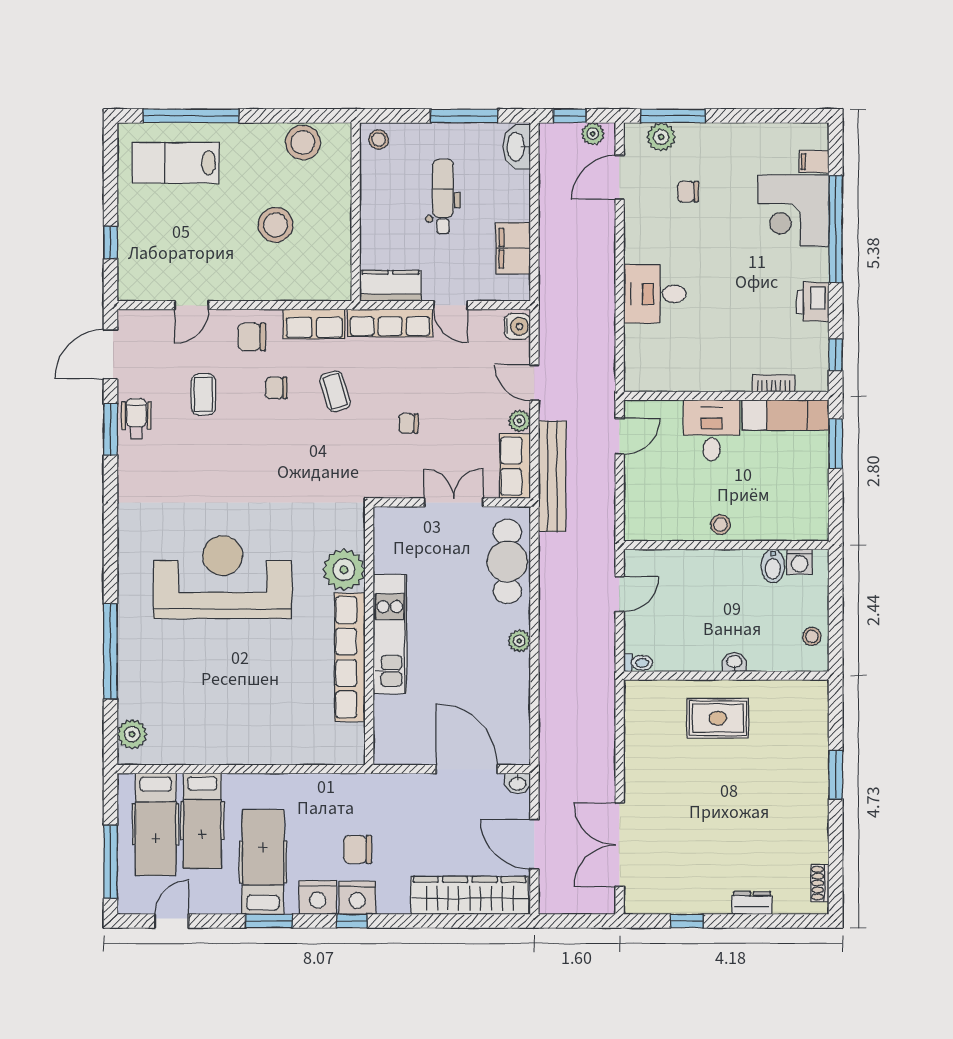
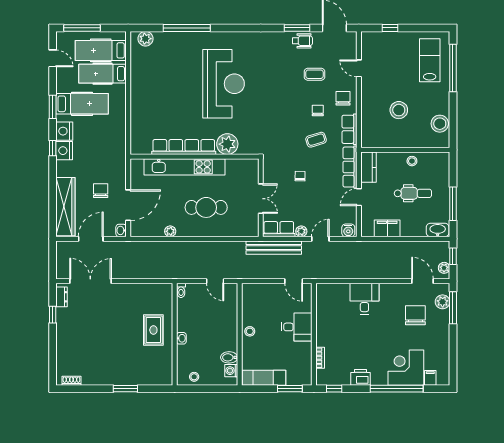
stool: (379, 139) -> (412, 161), moved
chair: (688, 192) -> (415, 315), width x1.87, depth x1.87
exam couch: (785, 415) -> (264, 378), moved, turned 90
cafe table: (507, 562) -> (206, 207), moved
kitchen unit: (390, 634) -> (185, 167), width x1.36
plant: (519, 641) -> (170, 231), moved
chair: (358, 850) -> (101, 191), moved
dresser: (752, 903) -> (62, 297), moved

